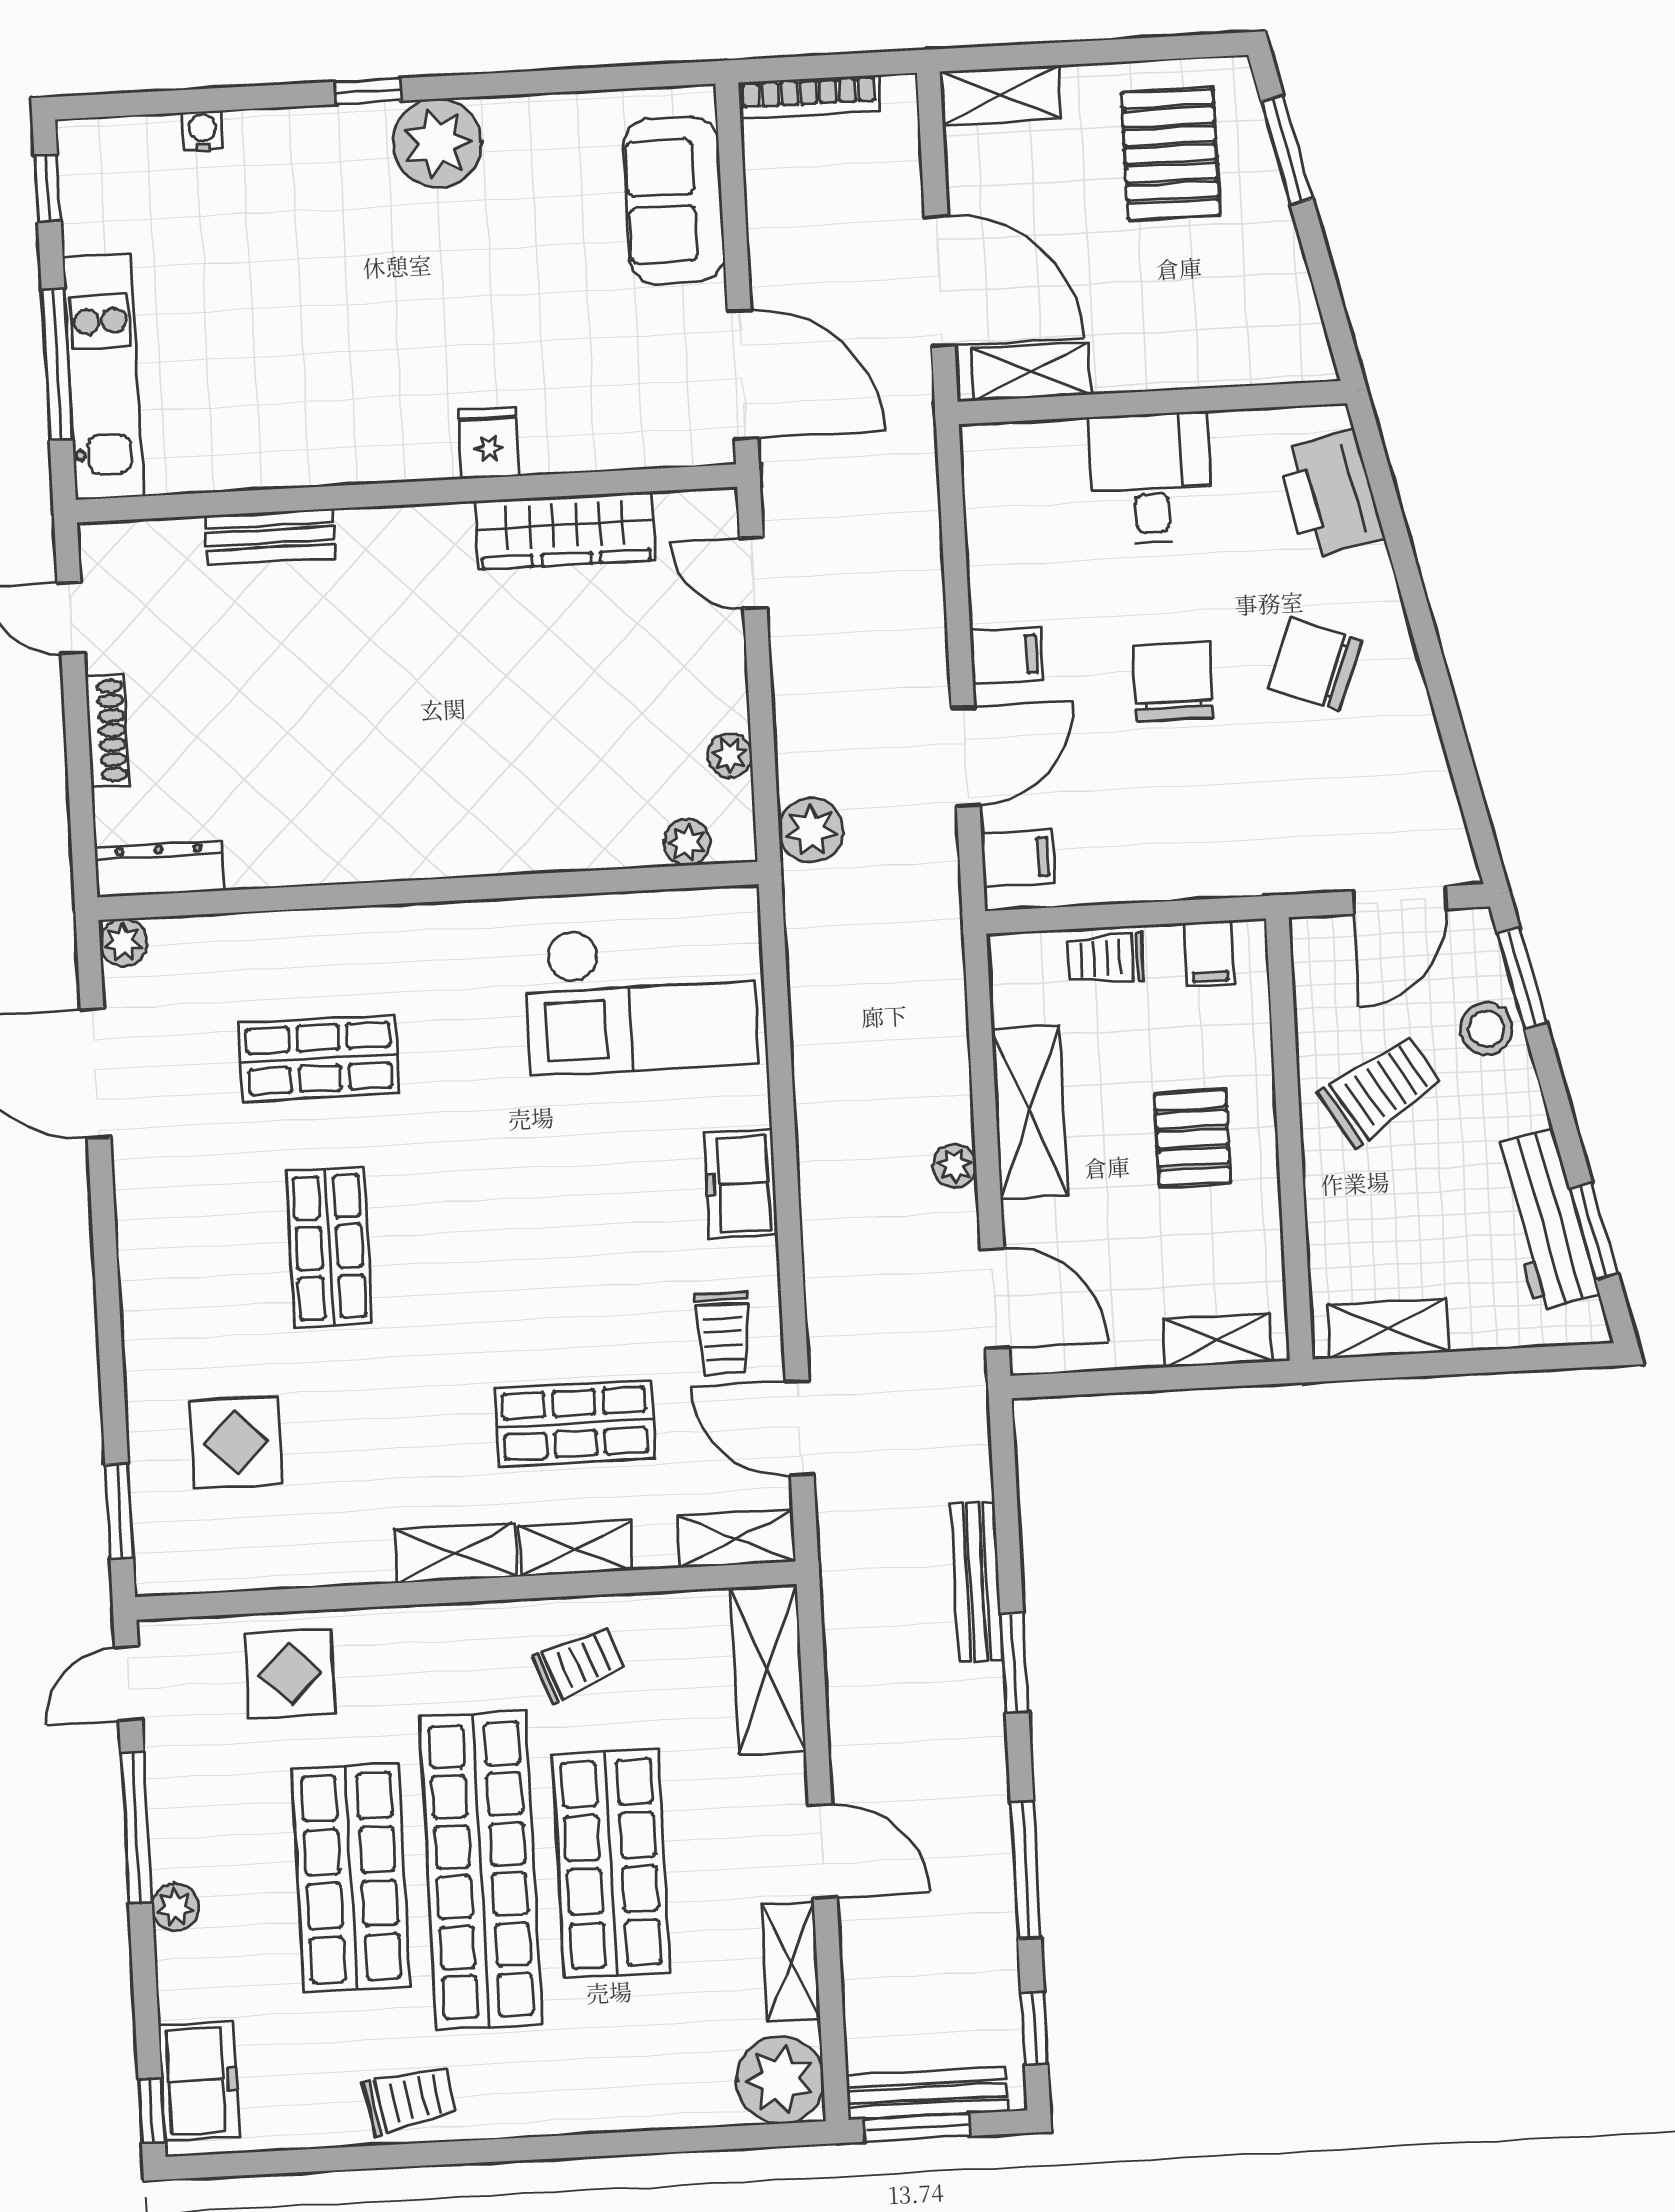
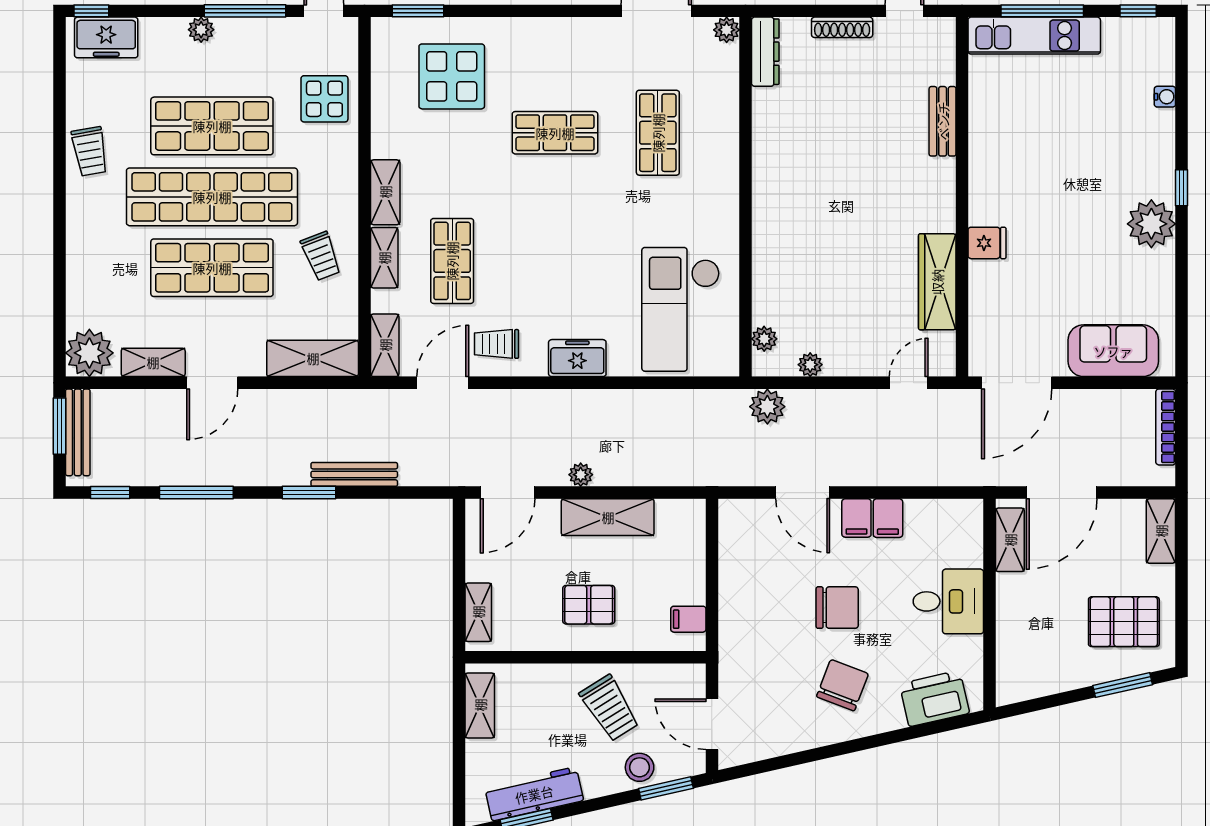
filing cabinet: (1018, 858) -> (888, 518), moved
trolley: (1106, 958) -> (689, 563), removed
display table: (236, 1442) -> (452, 76), width x1.36, depth x1.36

